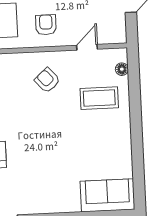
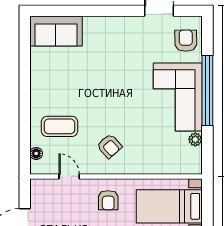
door: (87, 47) -> (69, 176), swing flipped

